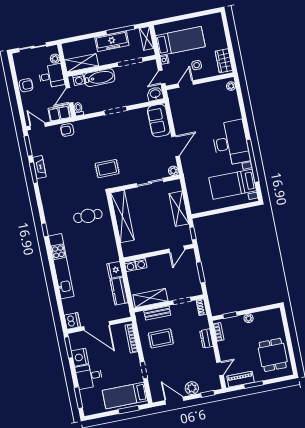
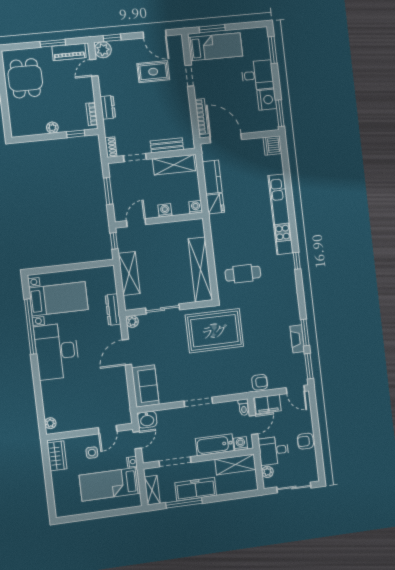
rug: (107, 169) -> (214, 331), width x1.86, depth x2.06
dresser: (189, 179) -> (113, 310), added
washing machine: (141, 264) -> (165, 210), moved
door: (97, 326) -> (226, 138), moved
rug: (161, 338) -> (153, 72), moved
plant: (192, 388) -> (103, 50), moved

